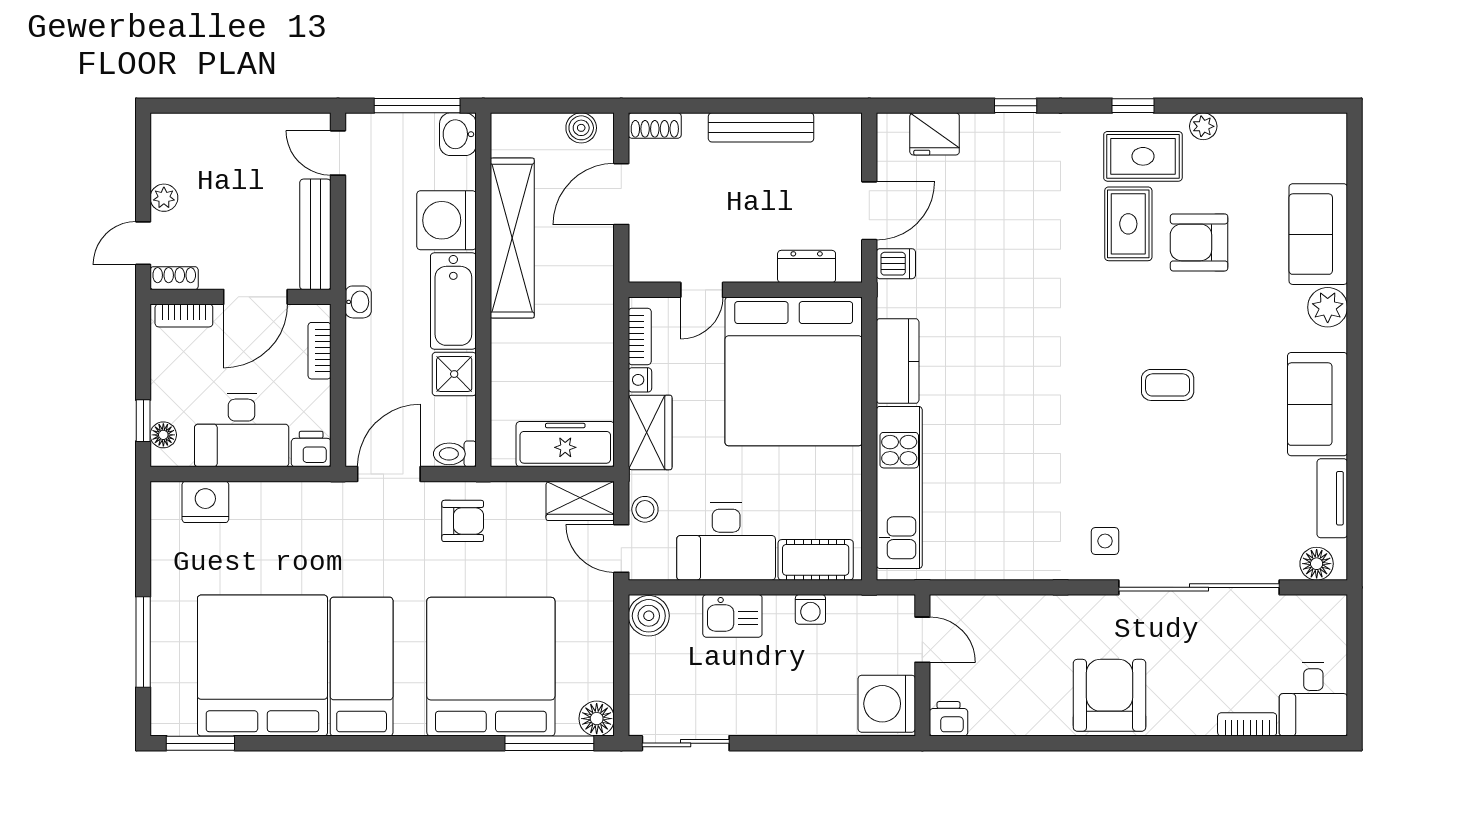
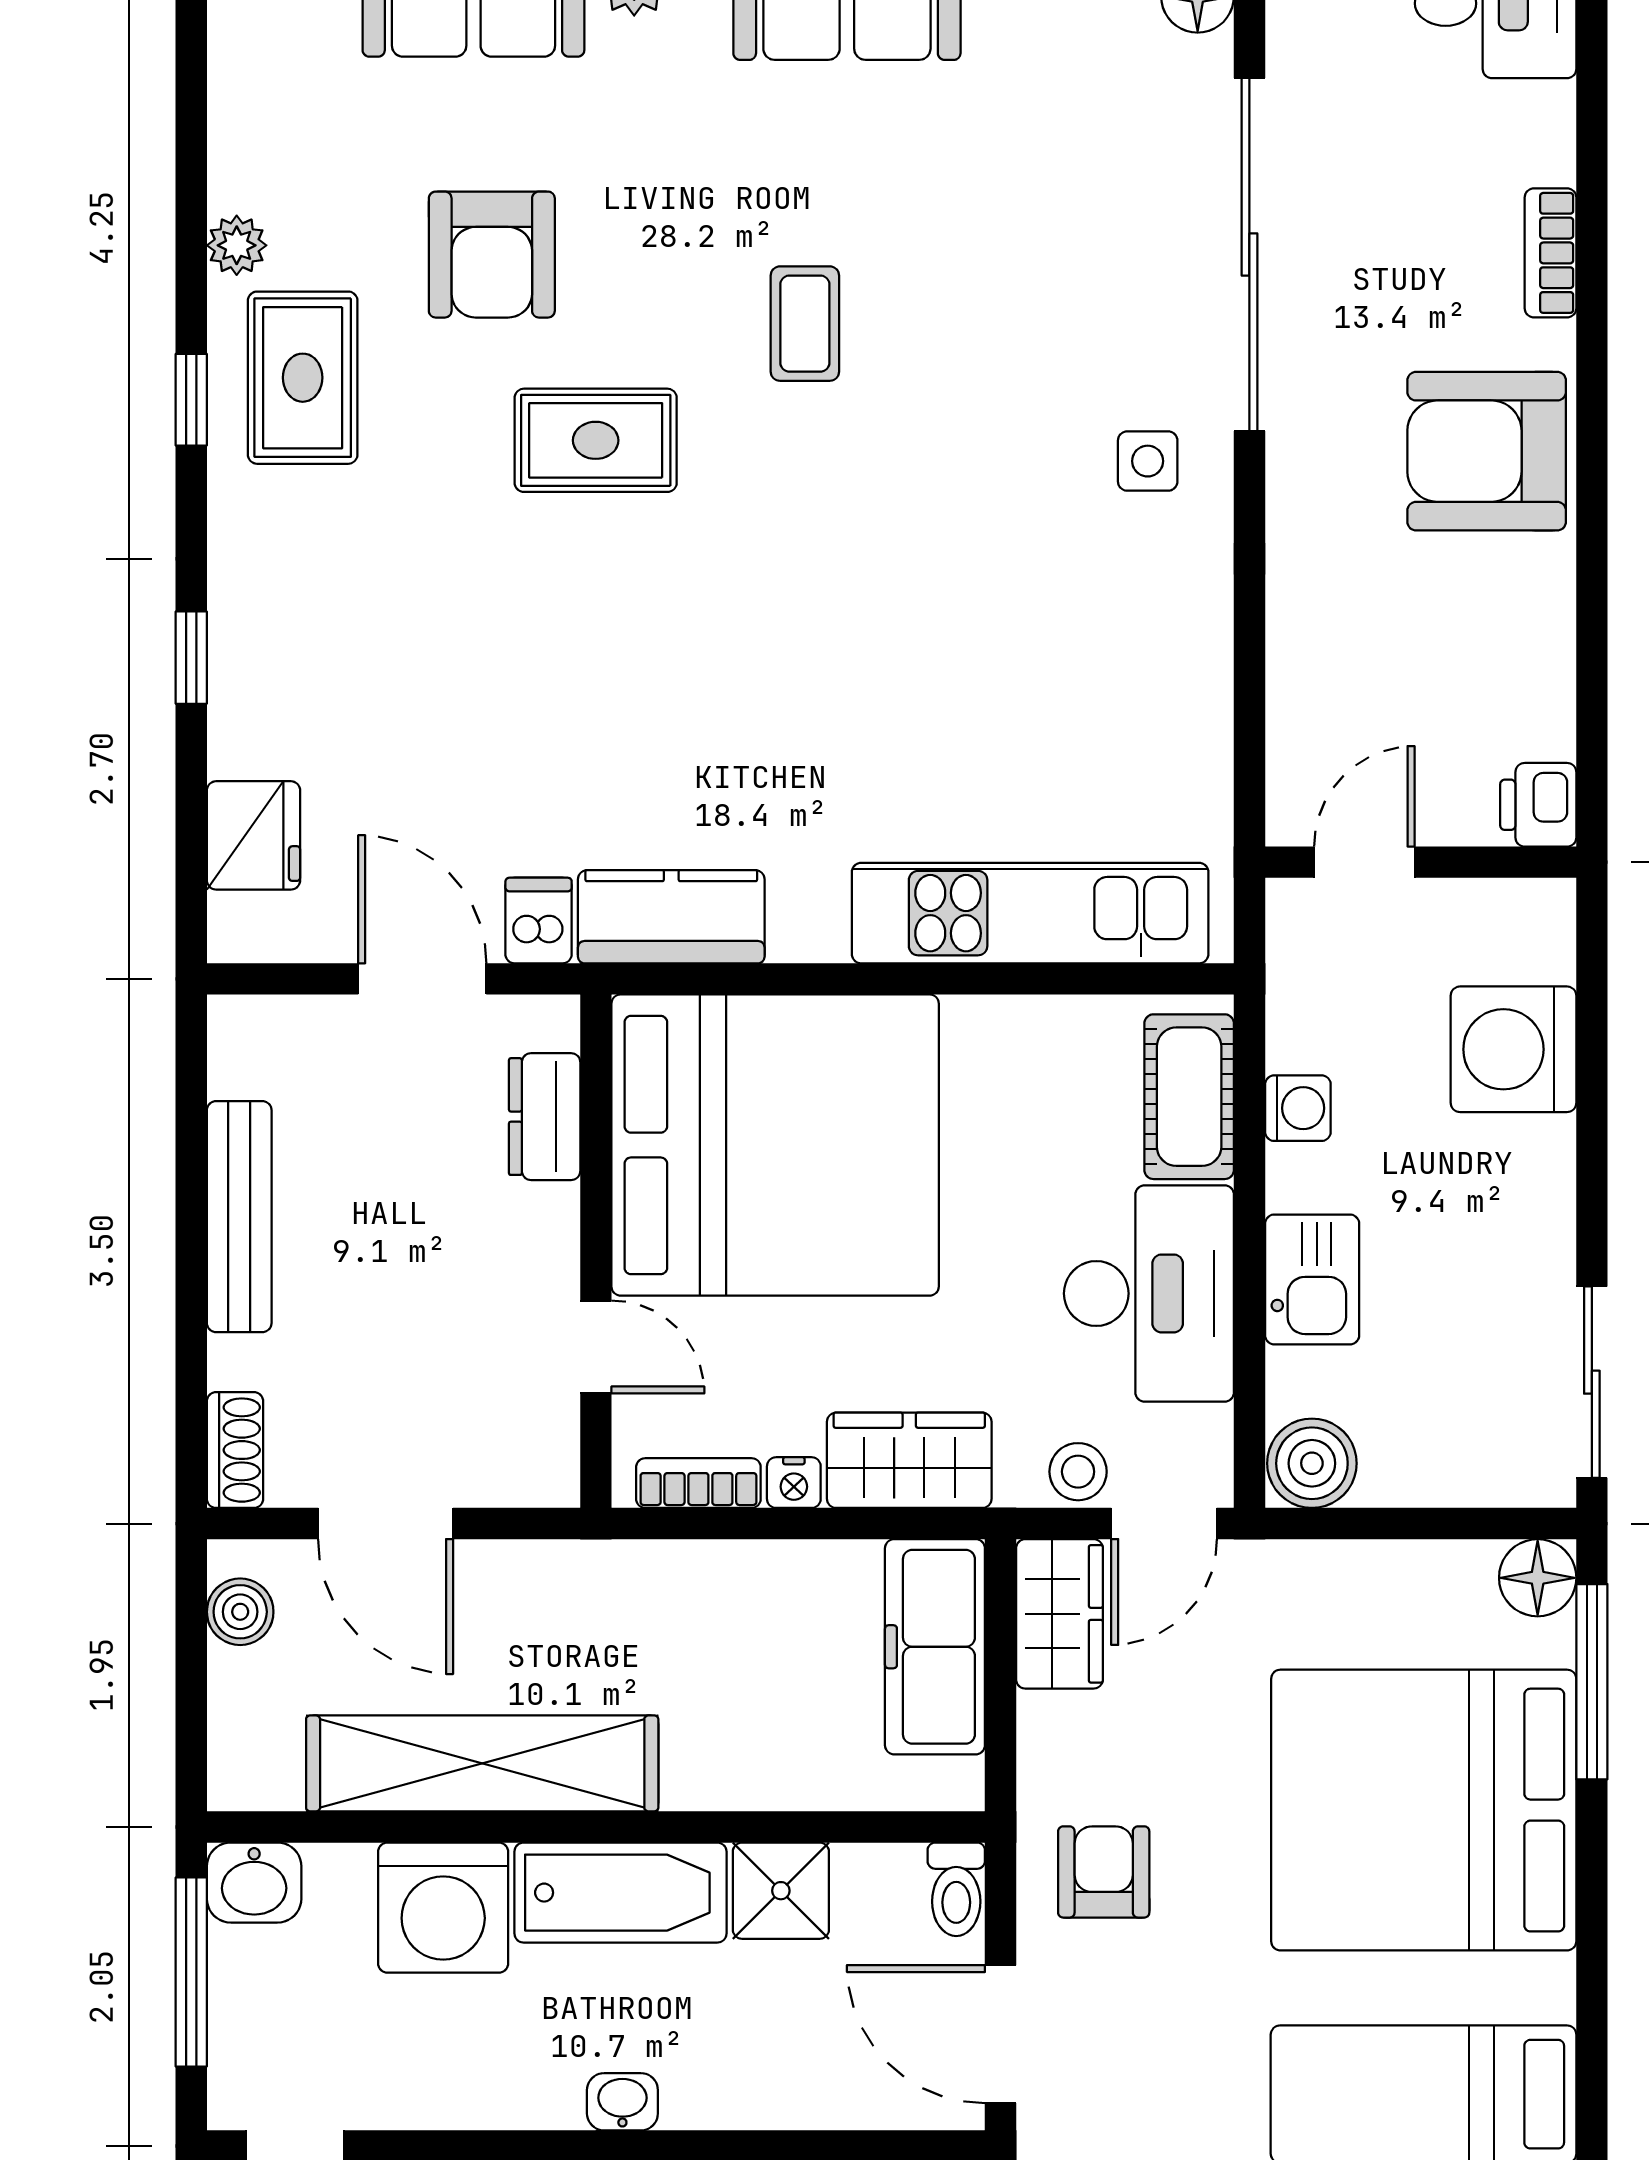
rug: (1128, 224) -> (596, 440), moved
kitchen counter: (898, 361) -> (671, 917), moved
washing machine: (887, 704) -> (1514, 1049), moved, turned 90
bookcase: (1247, 724) -> (1550, 253), moved

